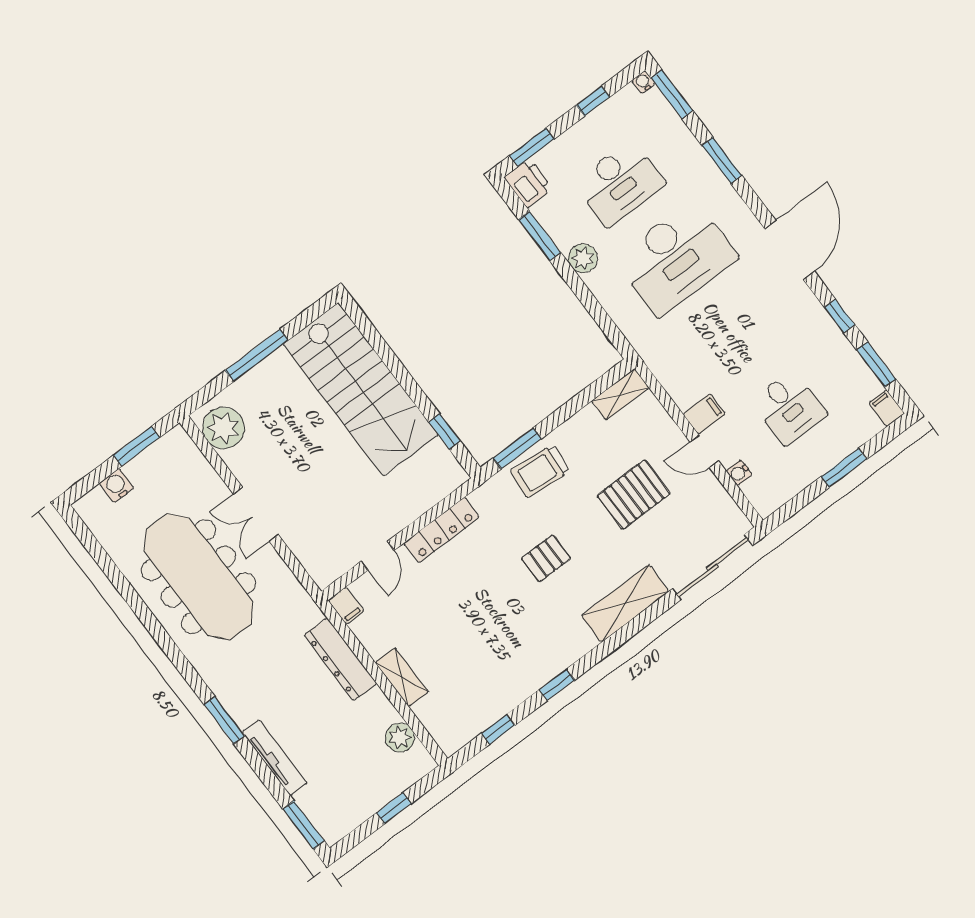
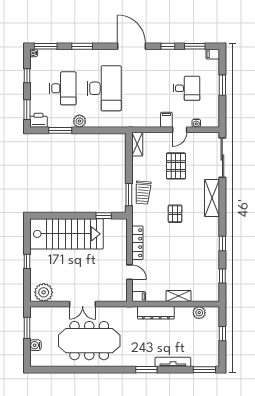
window: (257, 355) -> (27, 261), width x0.46

